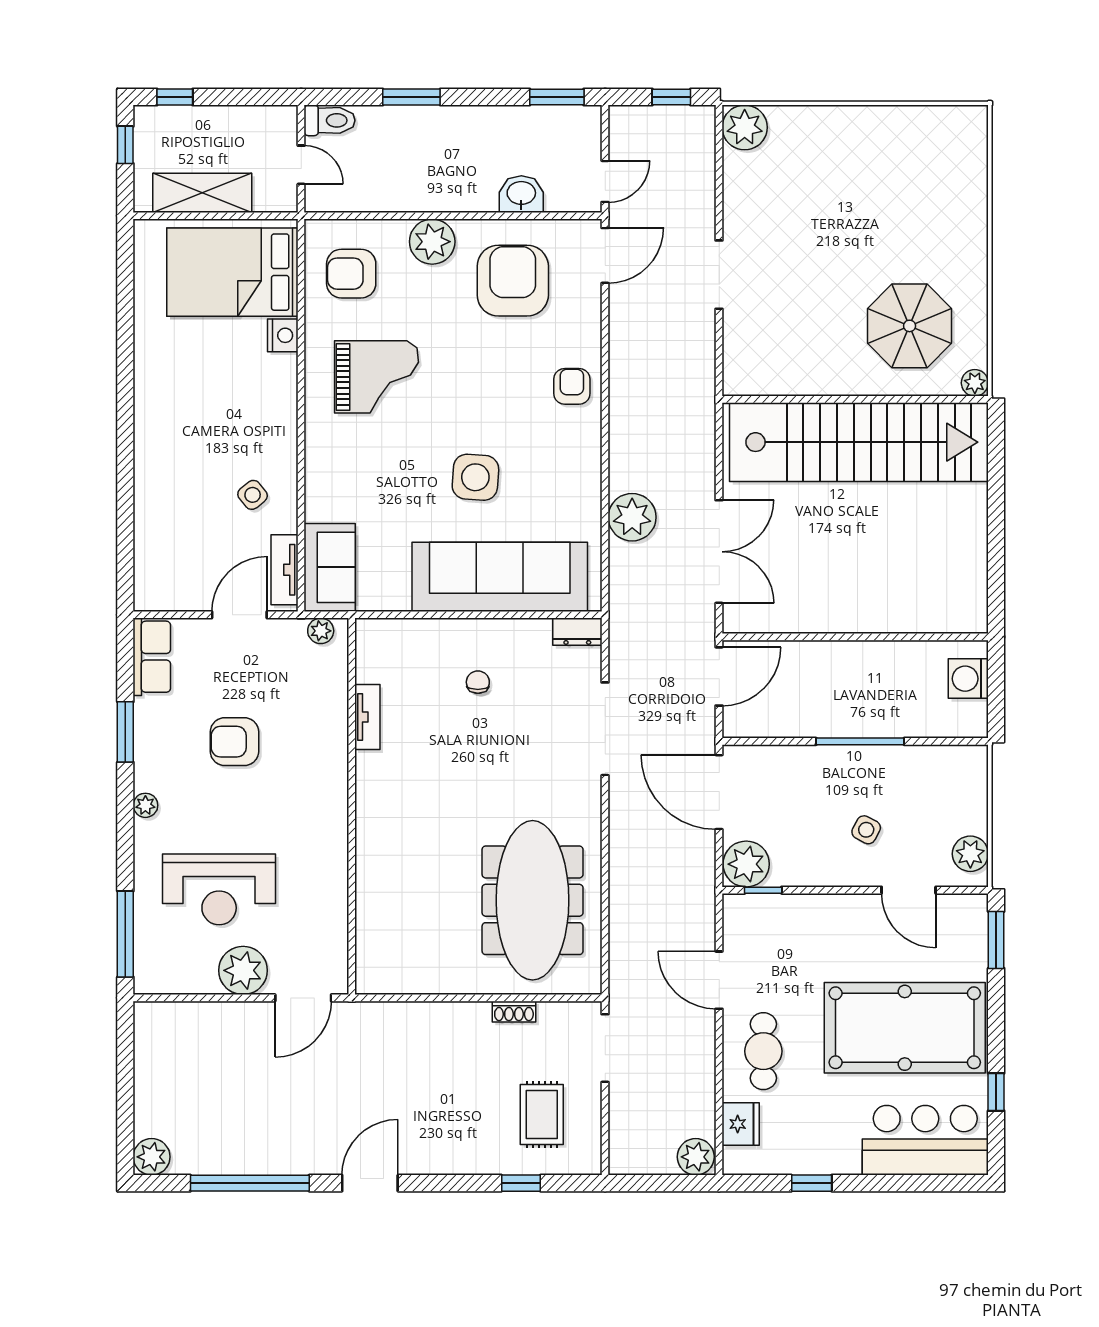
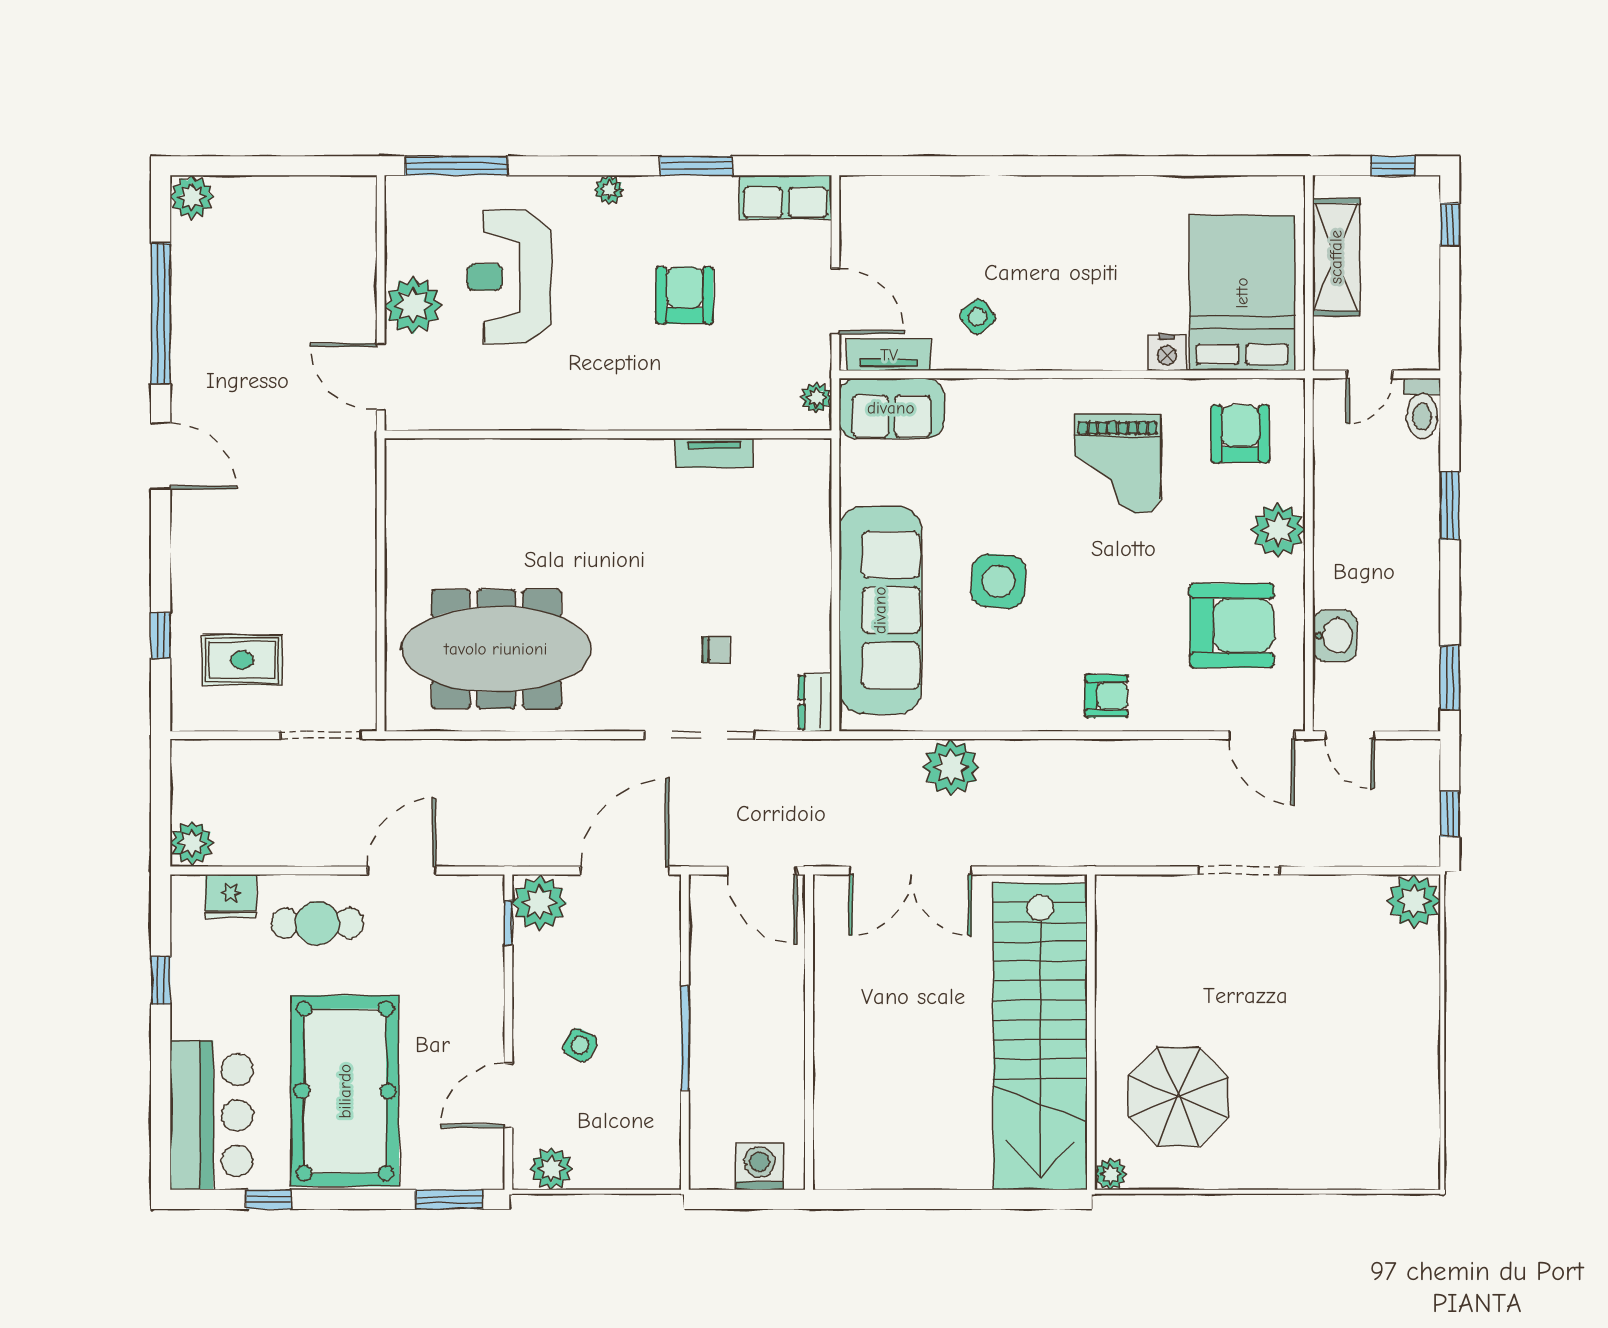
chair: (478, 682) -> (716, 650), moved
shoe rack: (514, 1012) -> (364, 627), removed

